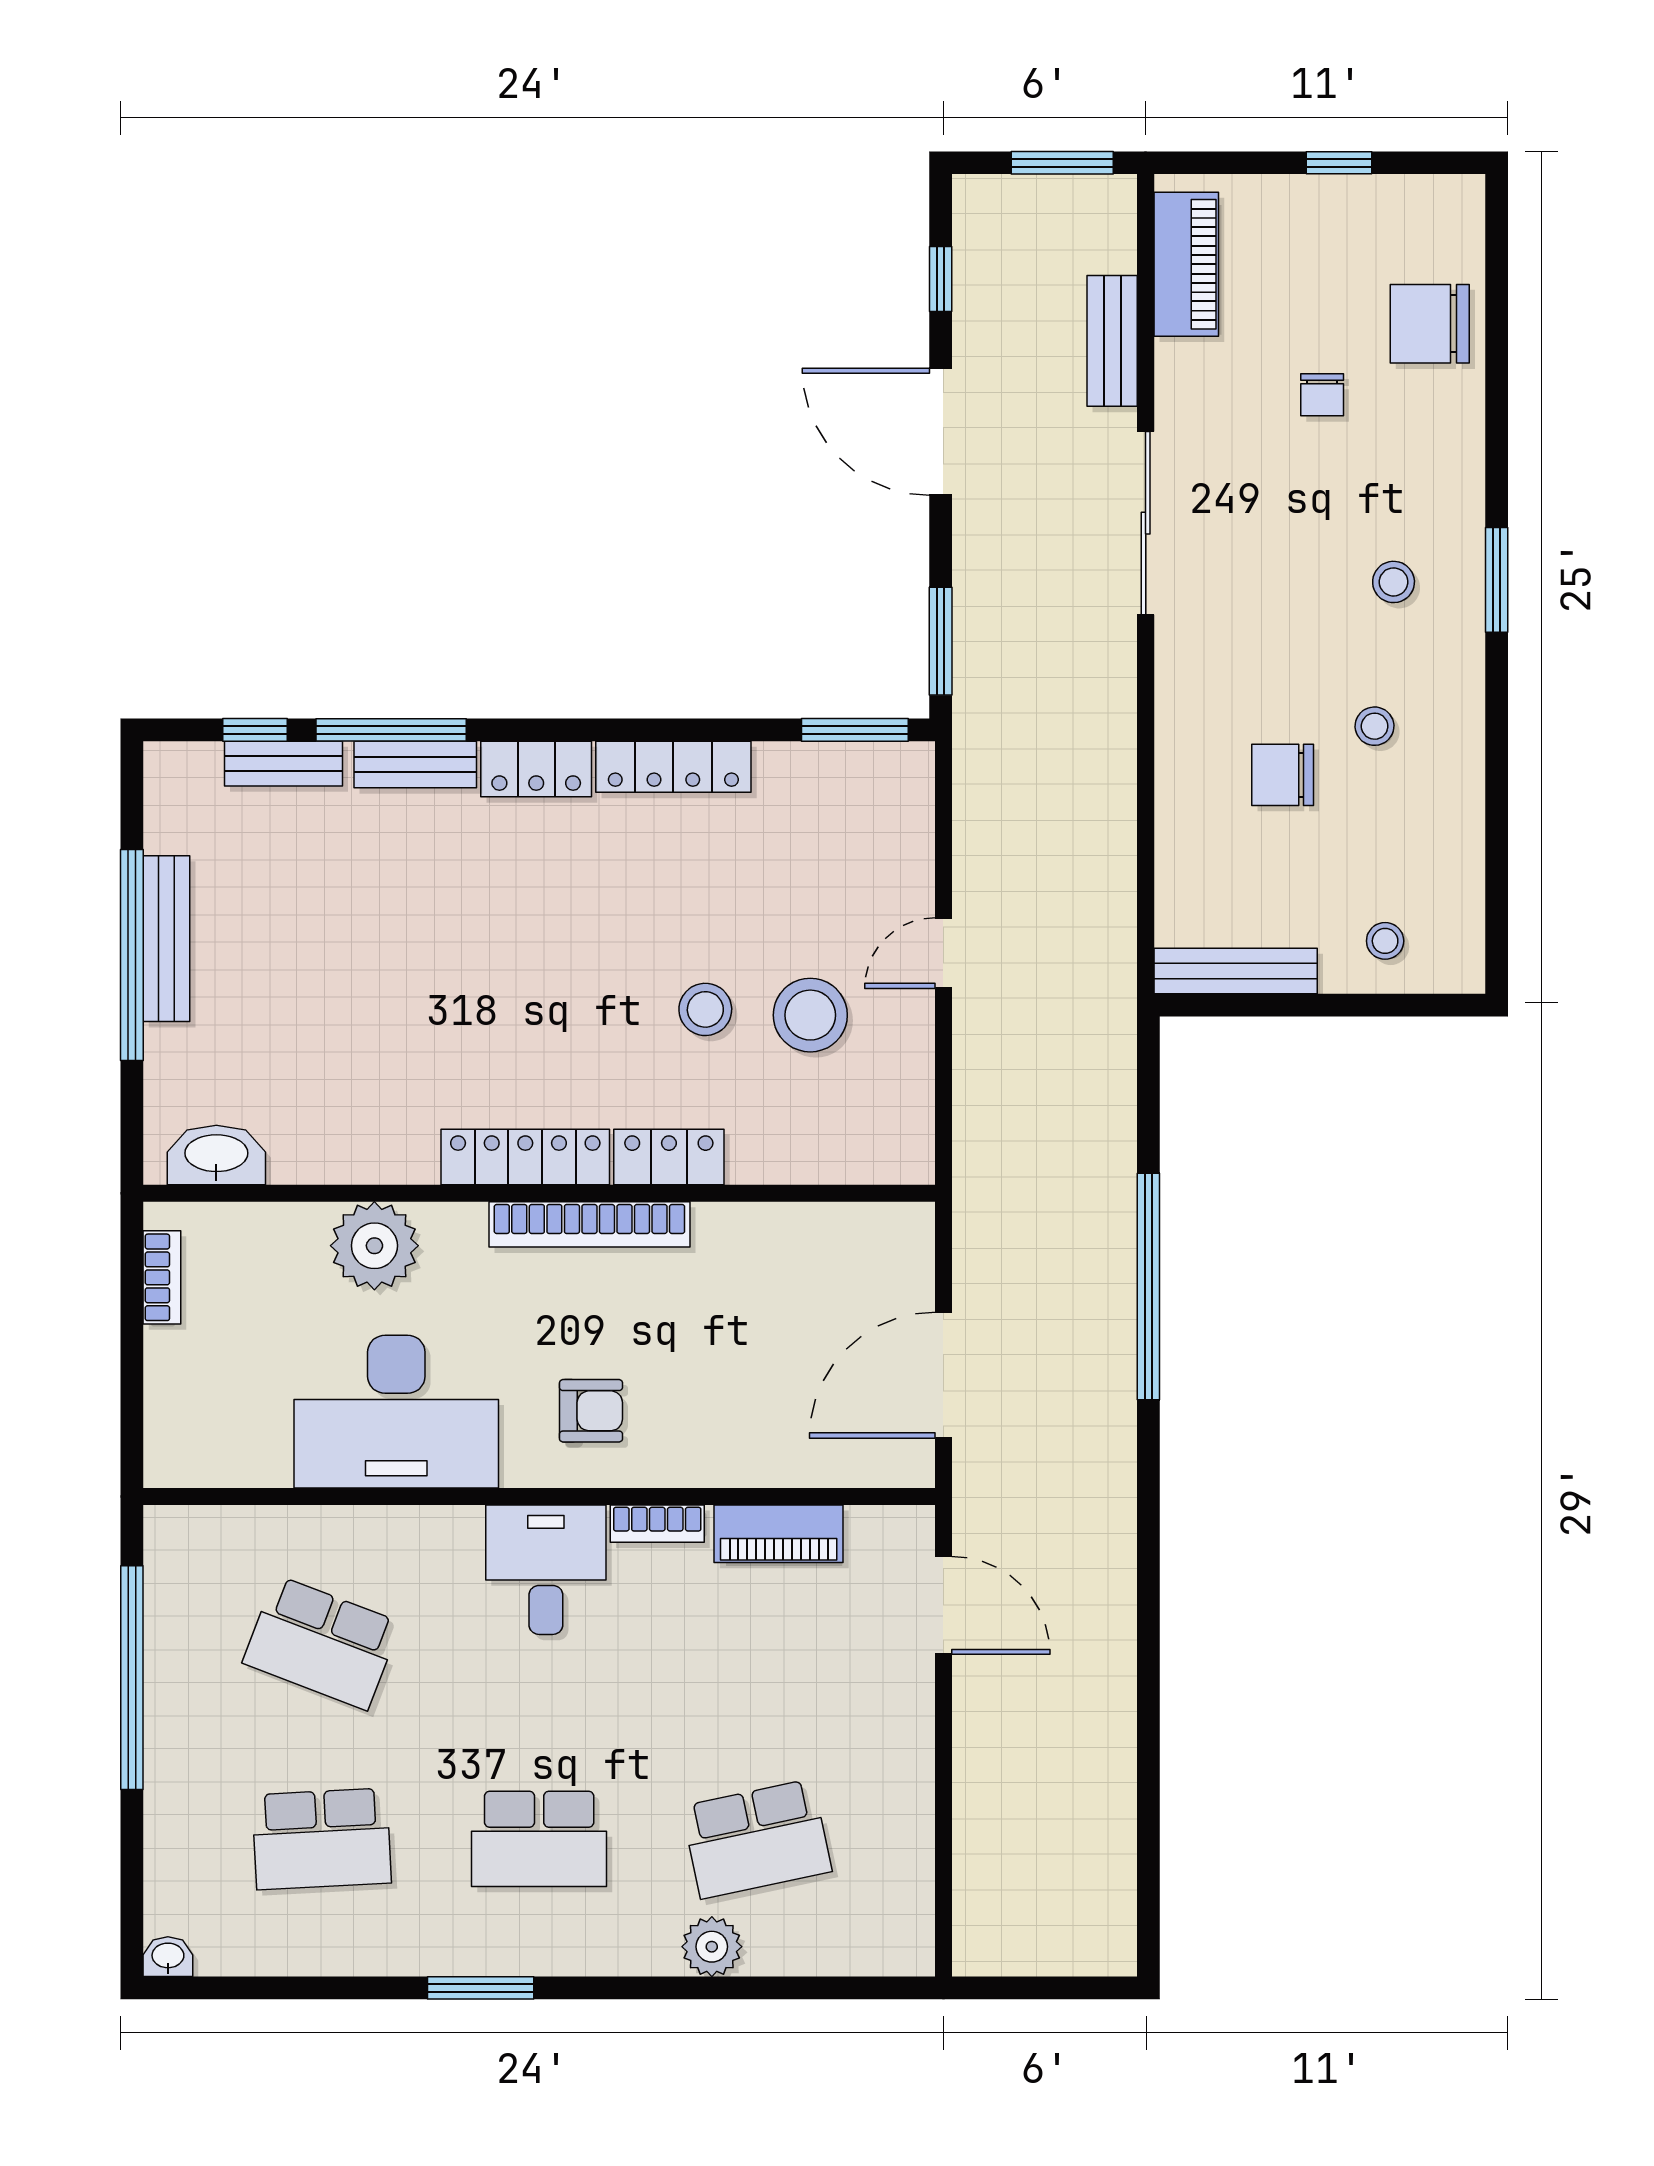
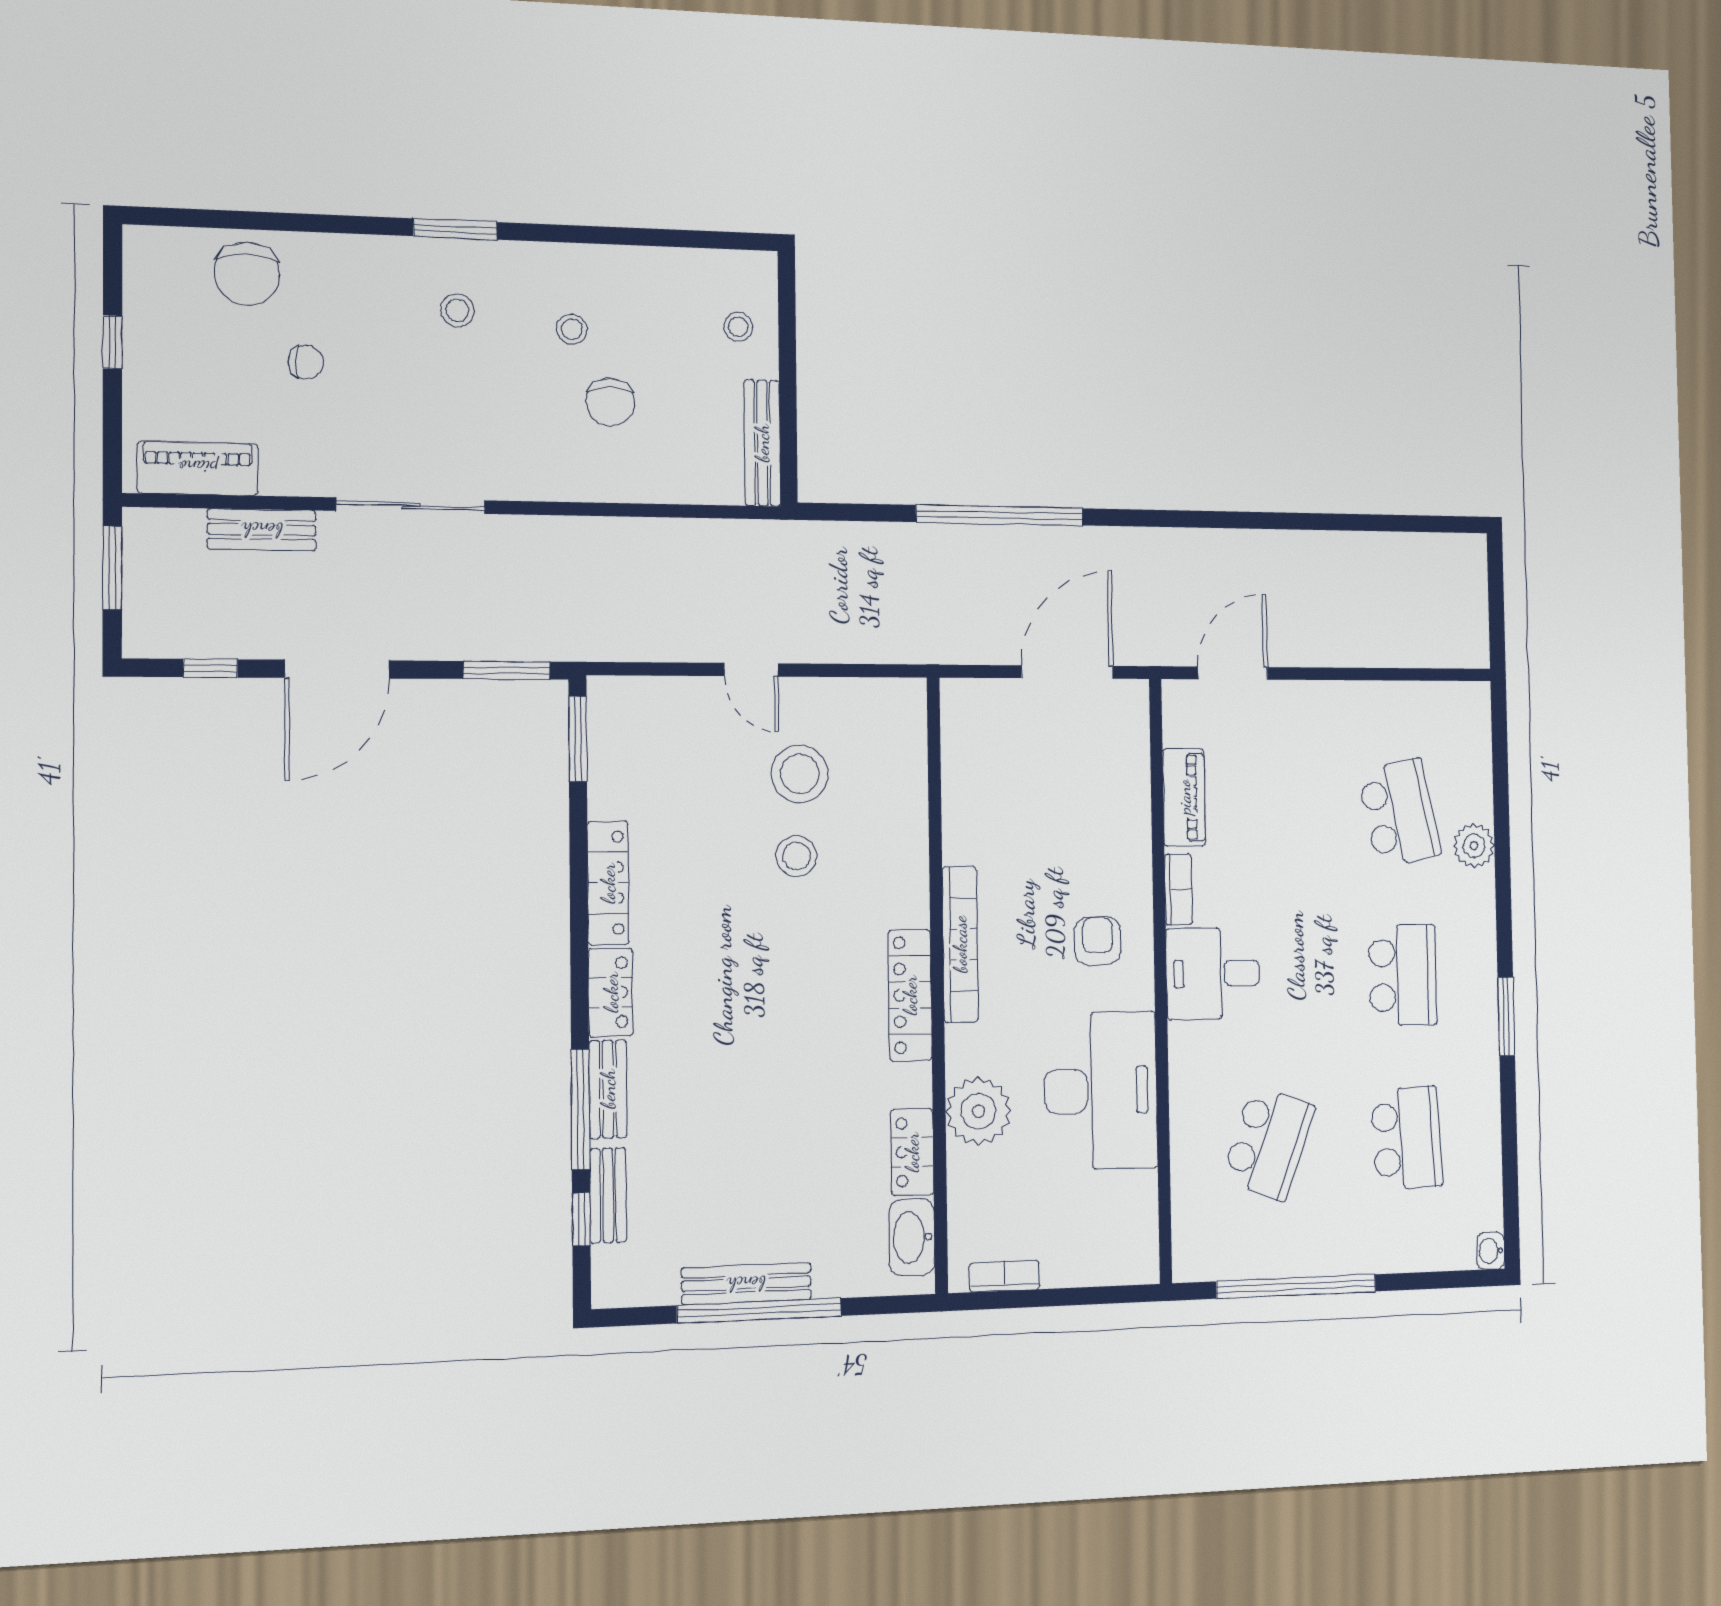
locker: (669, 1157) -> (912, 1152), moved
door: (943, 1375) -> (1067, 672), swing flipped

